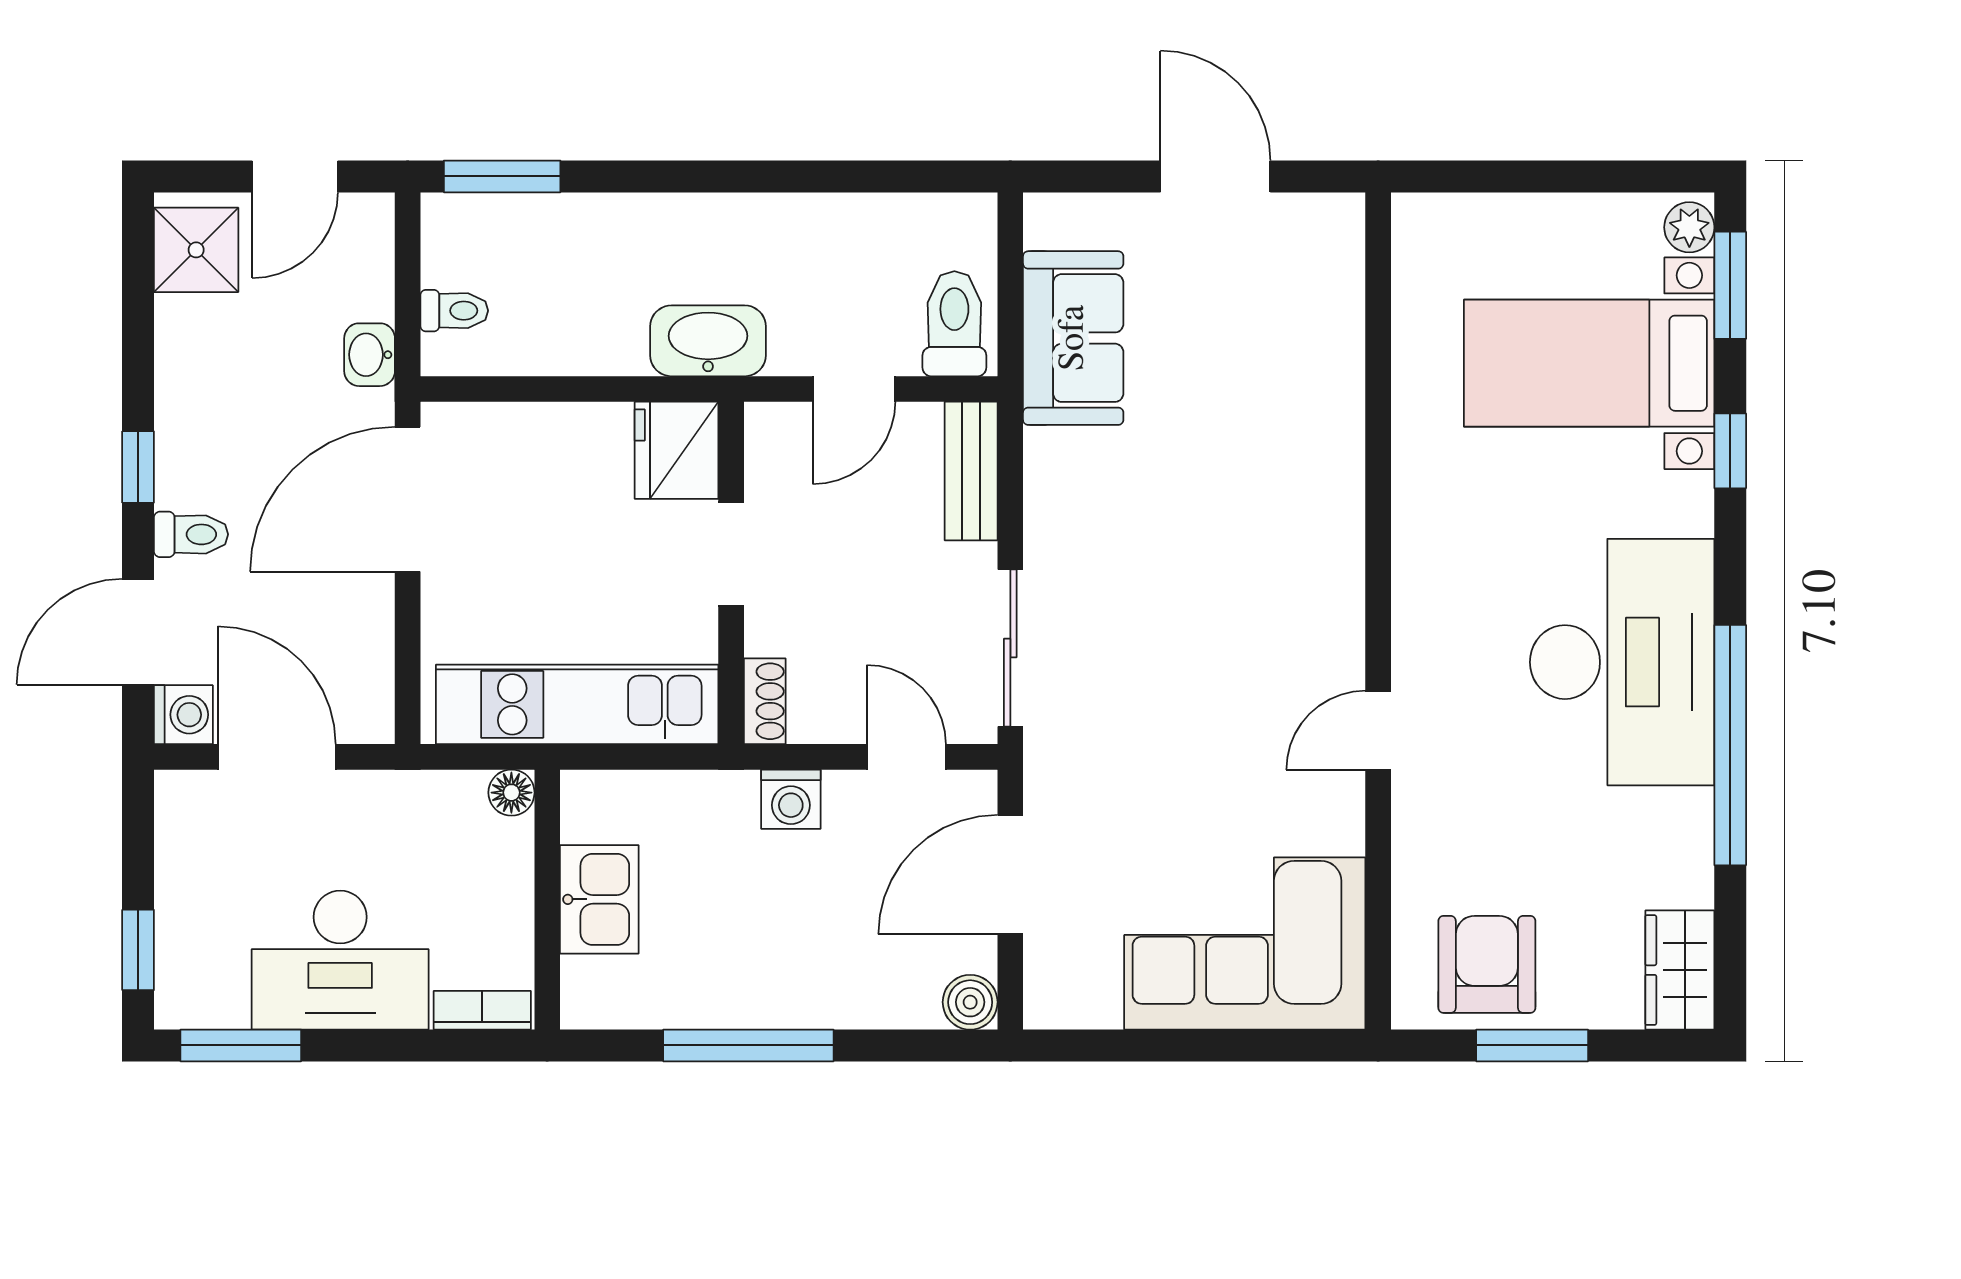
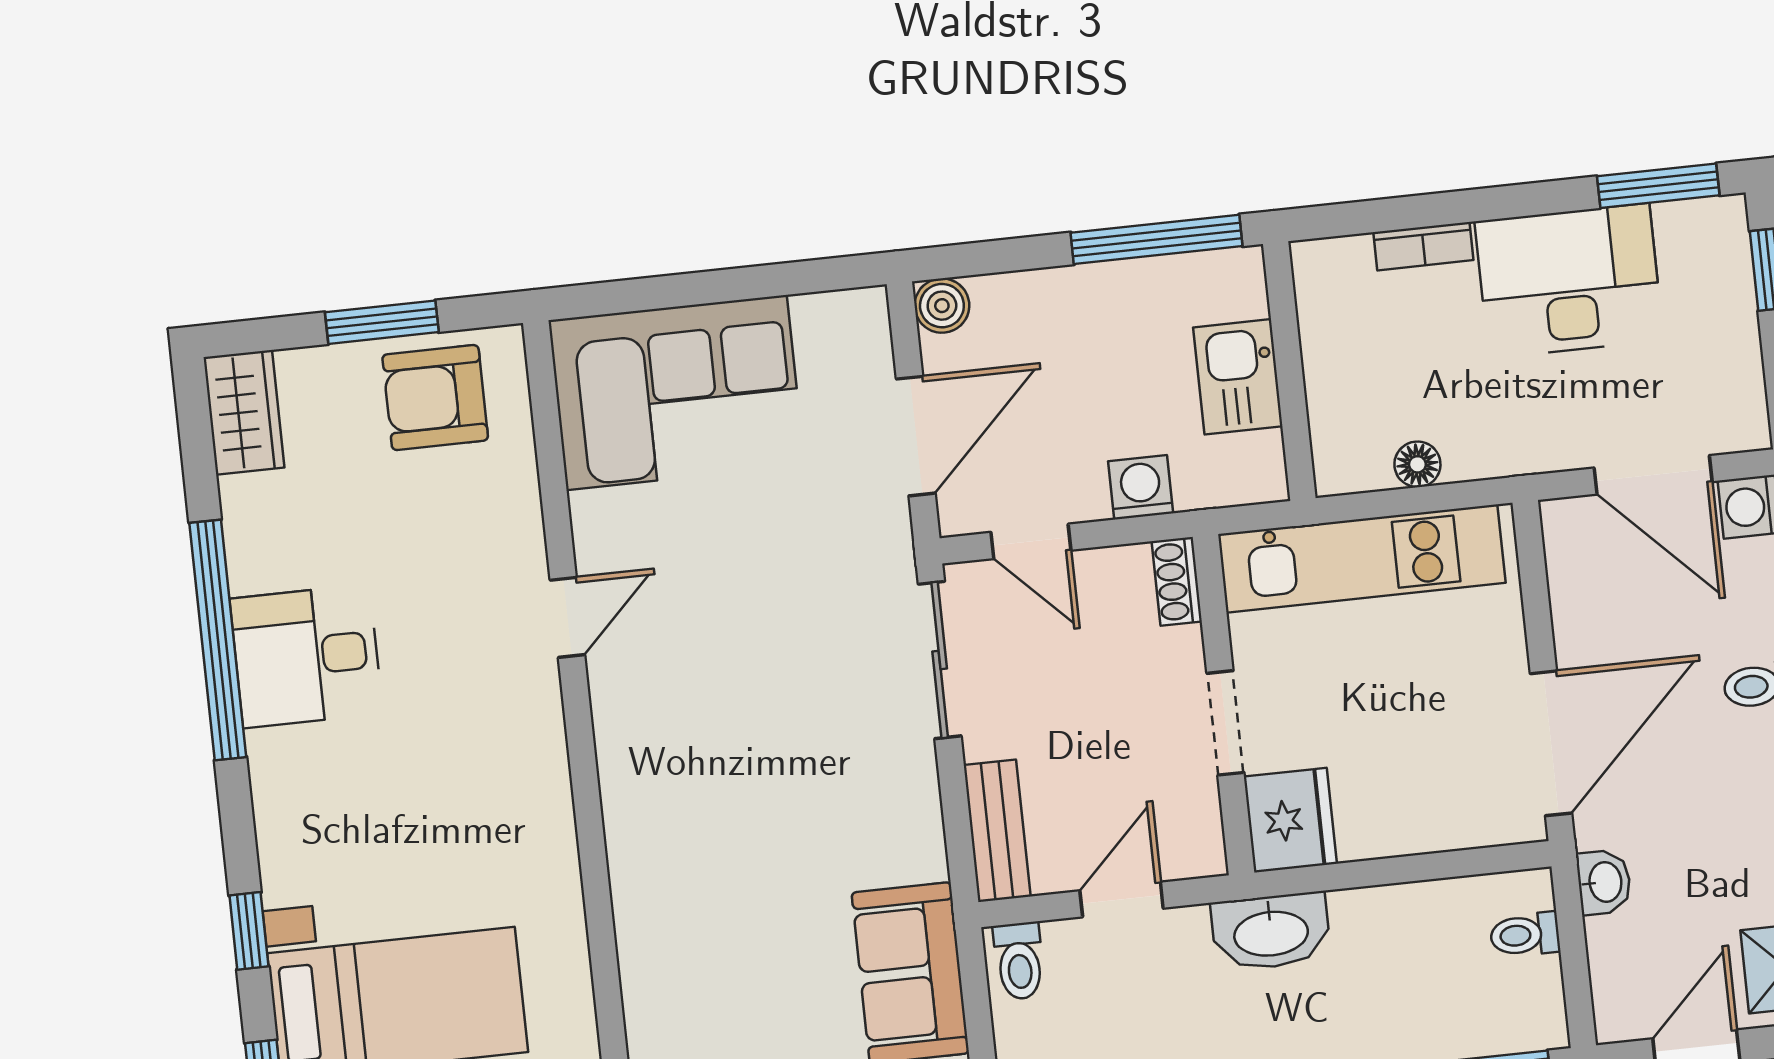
toilet: (954, 324) -> (1019, 961), width x0.73, depth x0.72
desk: (1622, 662) -> (306, 656), width x0.53, depth x0.77
kitchen sink: (599, 899) -> (1238, 377), moved
wall: (547, 900) -> (1289, 371), moved
armchair: (1487, 964) -> (435, 398), turned 90

